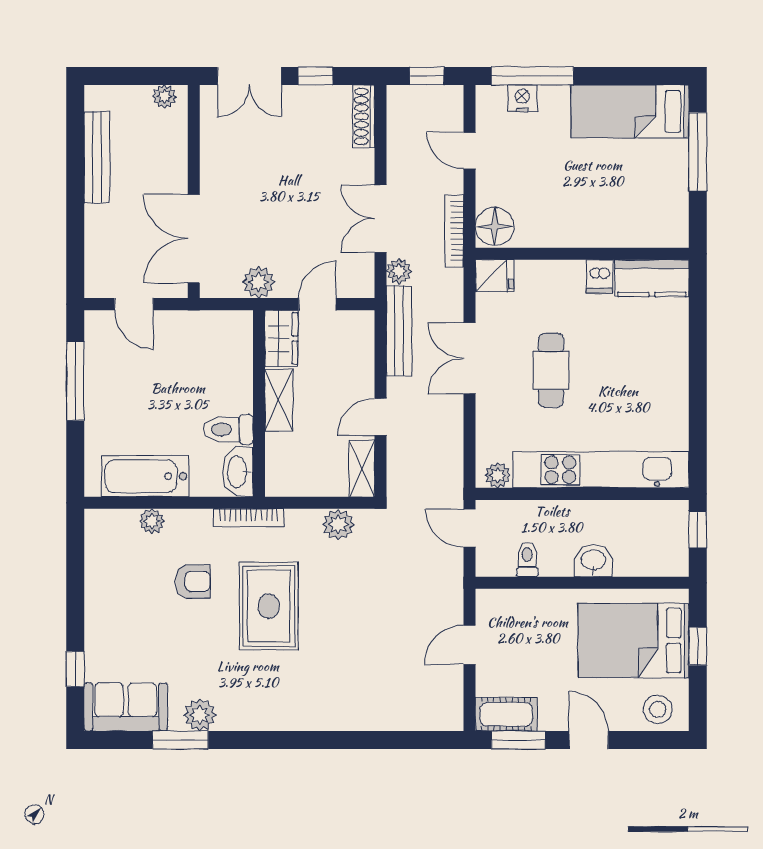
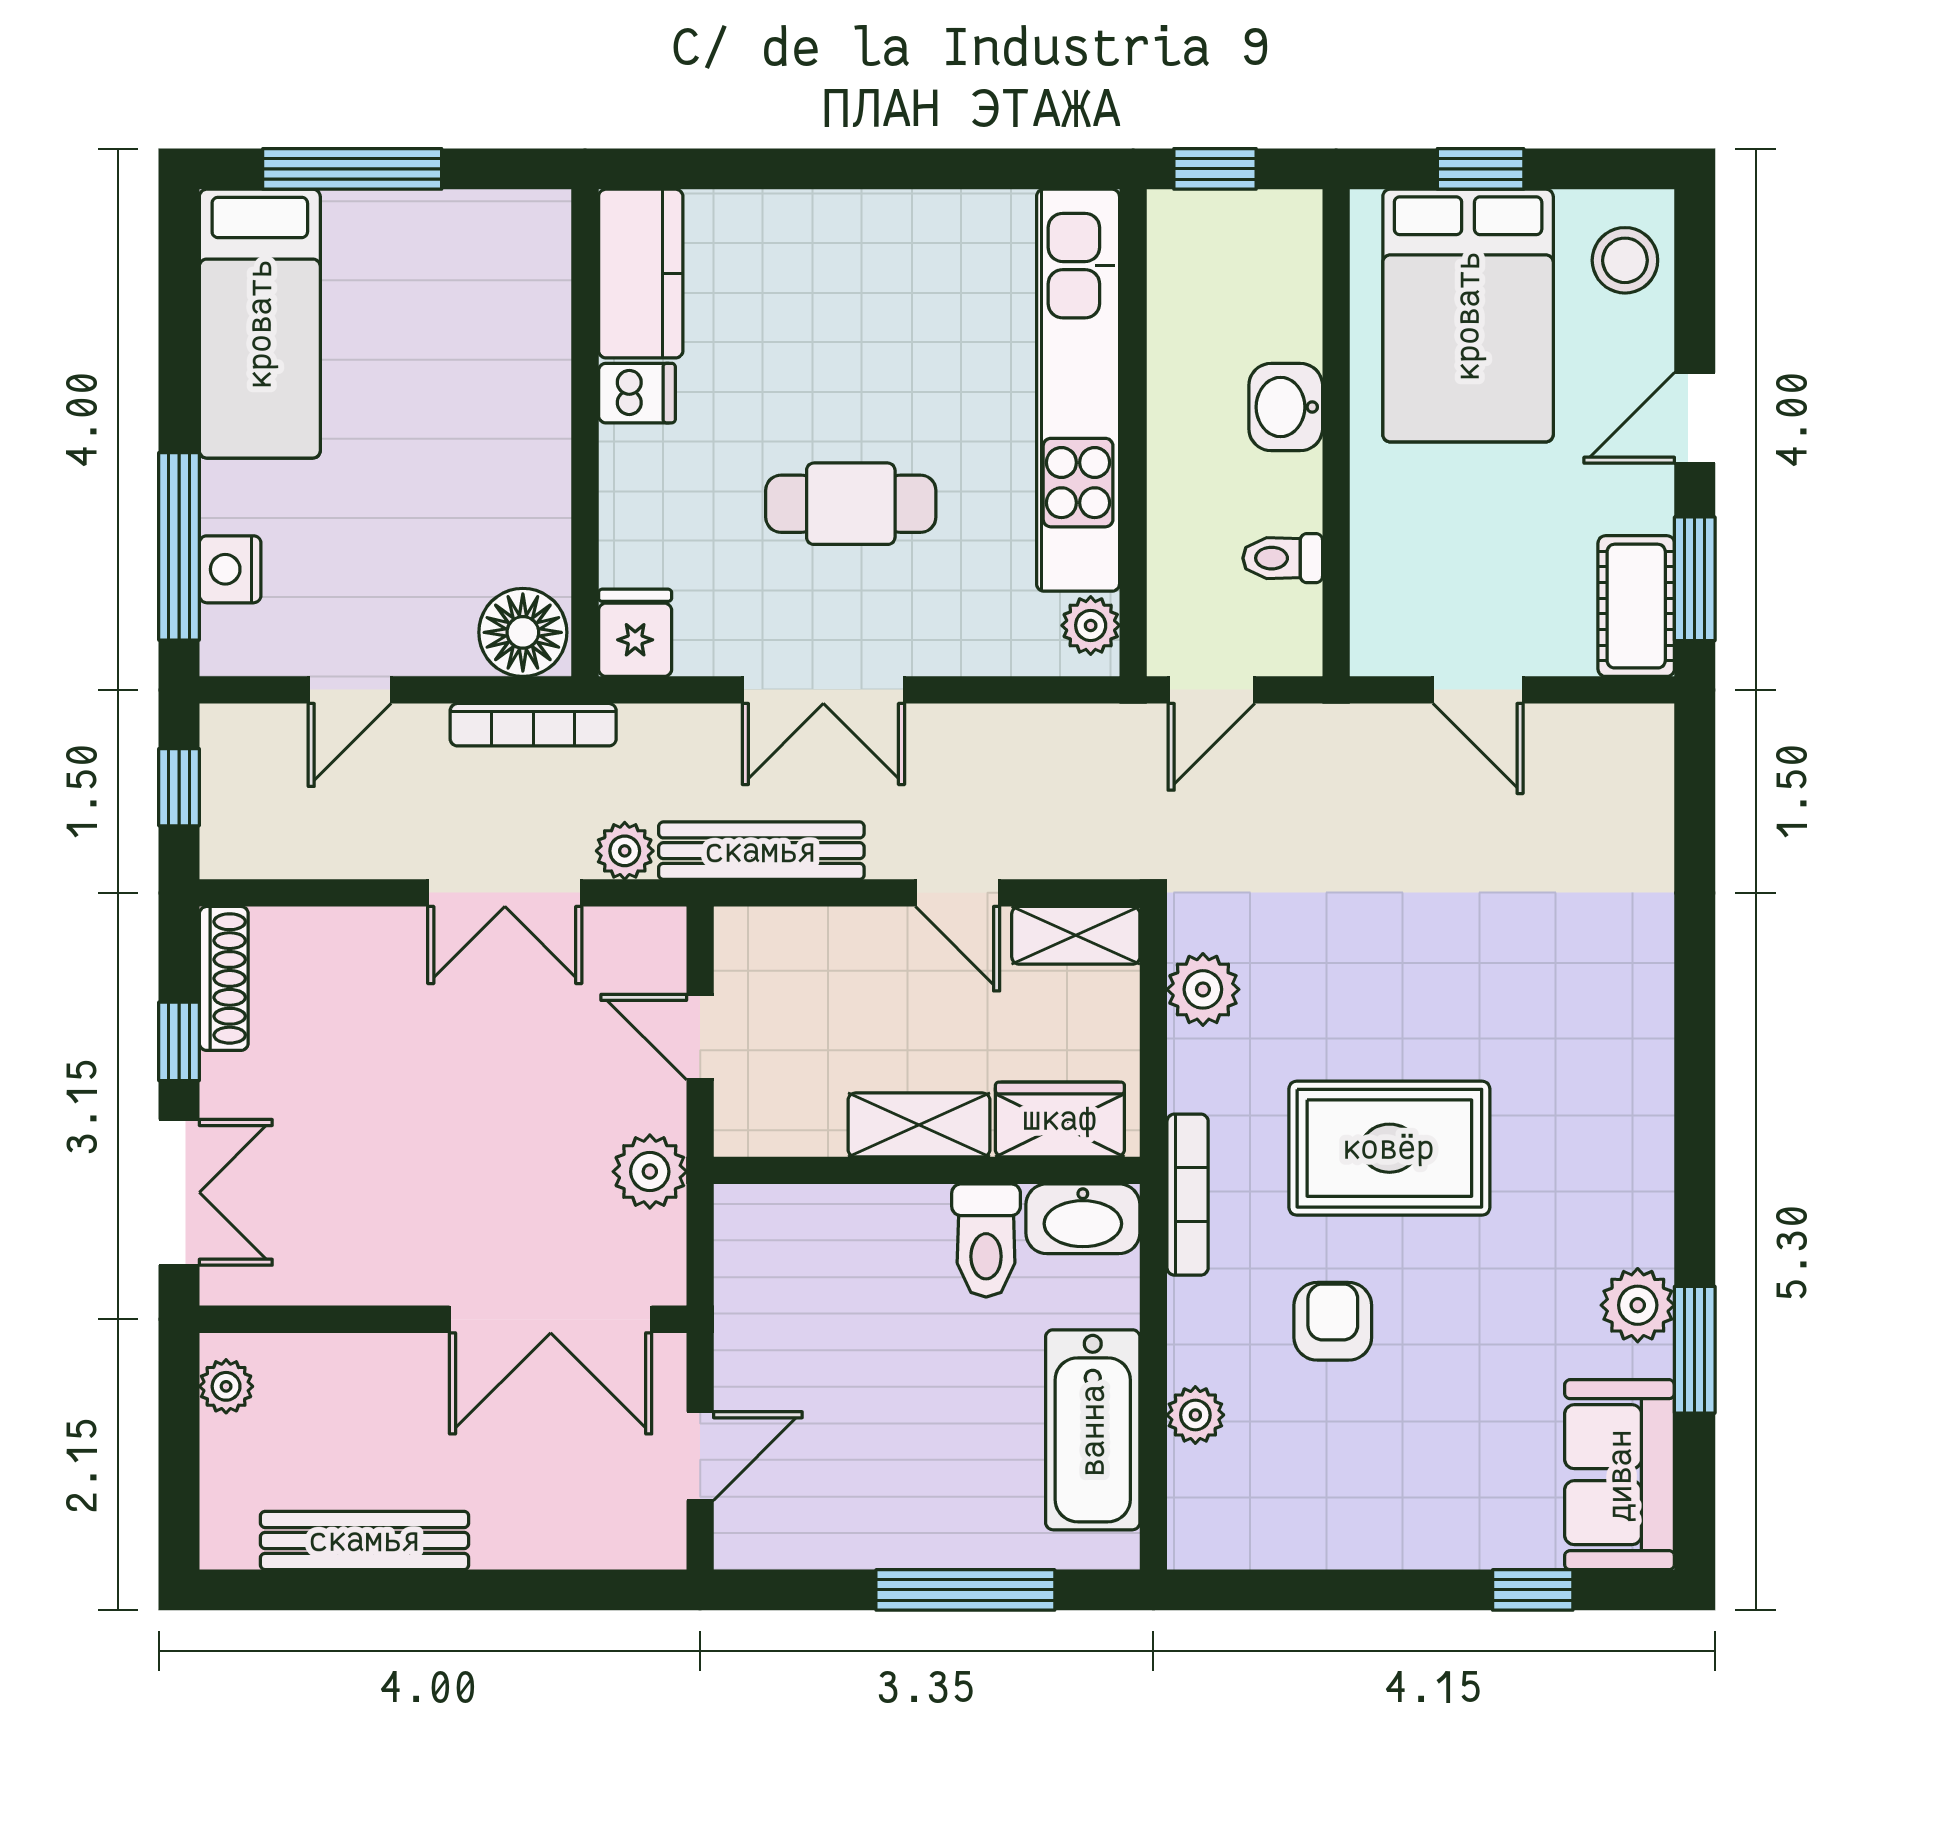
shoe rack: (364, 116) -> (224, 978), moved, turned -90
wardrobe: (281, 338) -> (1060, 1119), moved
window: (75, 381) -> (965, 1590), moved

